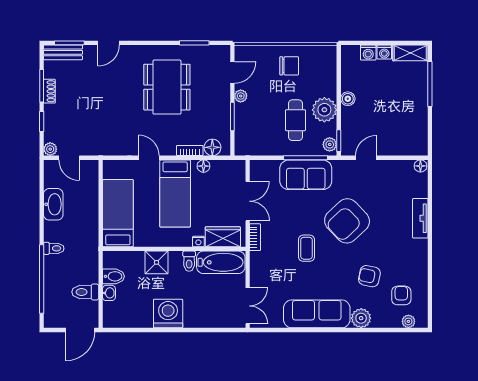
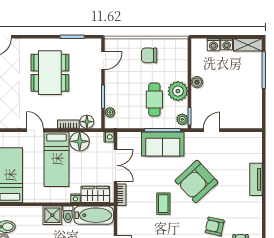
chair: (289, 66) -> (149, 55), turned 180
plant: (241, 96) -> (110, 112), moved
floor lamp: (203, 166) -> (80, 141), width x1.89, depth x1.89
nightstand: (240, 166) -> (109, 137), added
floor lamp: (420, 166) -> (256, 137), removed
shower: (156, 262) -> (52, 215), moved

